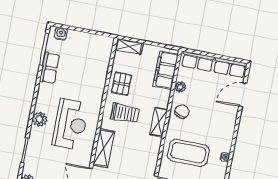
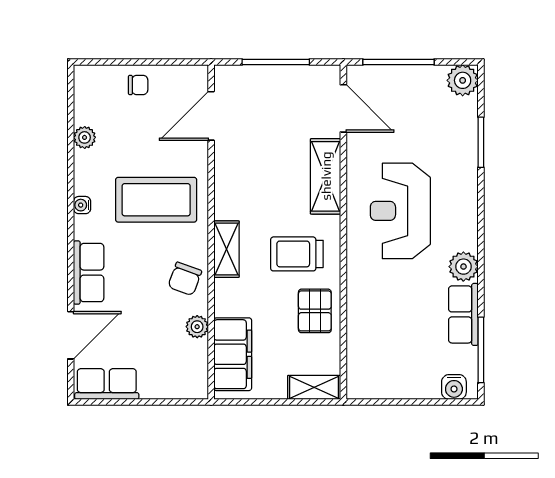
row of seats: (198, 61) -> (89, 273), moved, turned 90
plant: (40, 119) -> (463, 267), moved

